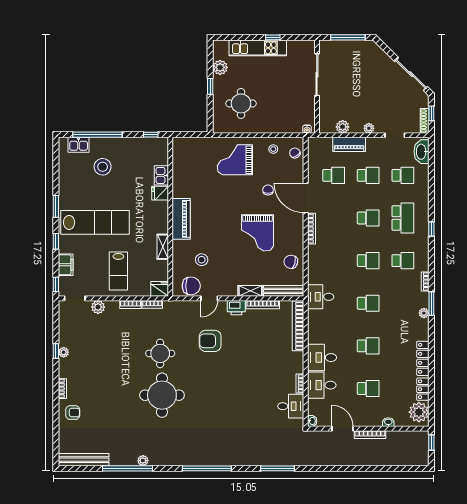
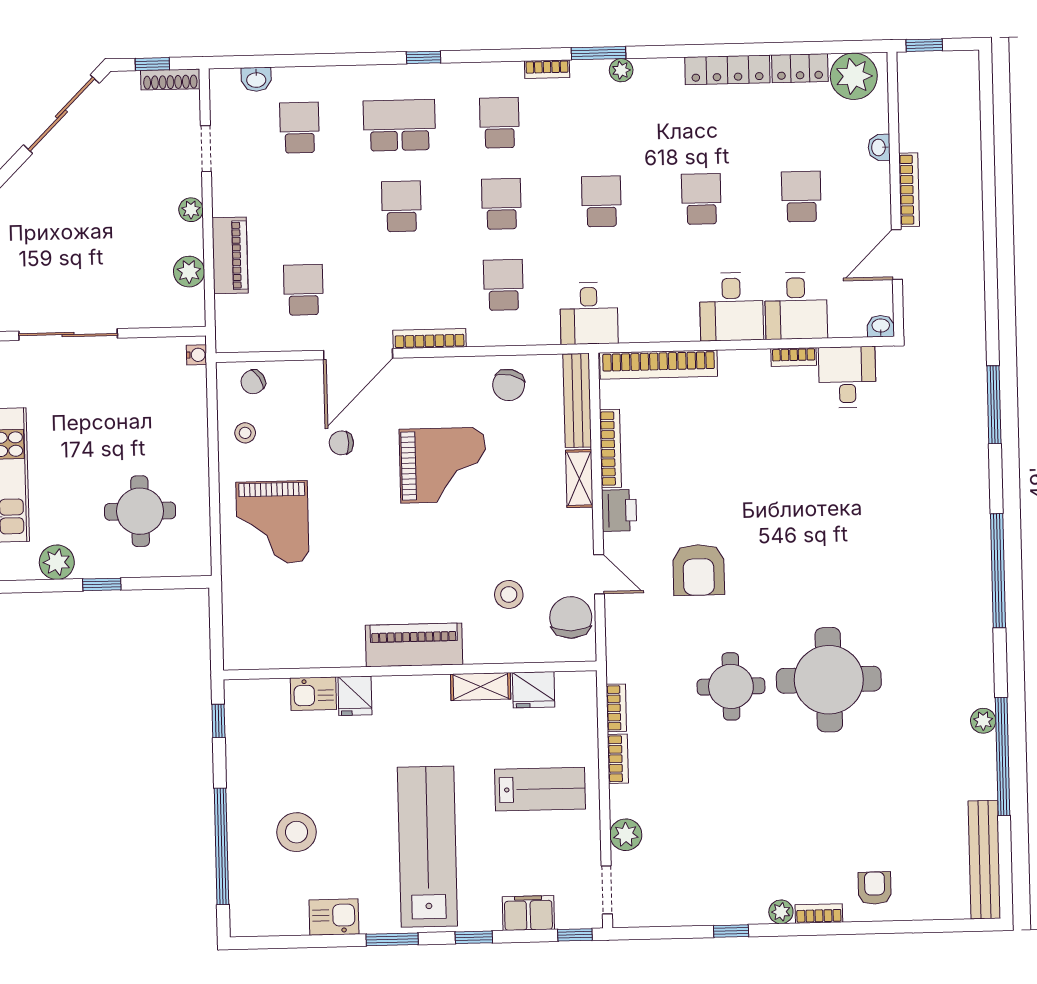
kitchen sink: (79, 145) -> (334, 917), moved, turned -90
washbasin: (422, 152) -> (256, 79), width x0.52, depth x0.69
school desk: (368, 175) -> (503, 285), moved
fridge: (160, 289) -> (534, 690), moved, turned -90
plant: (64, 352) -> (781, 912), moved

